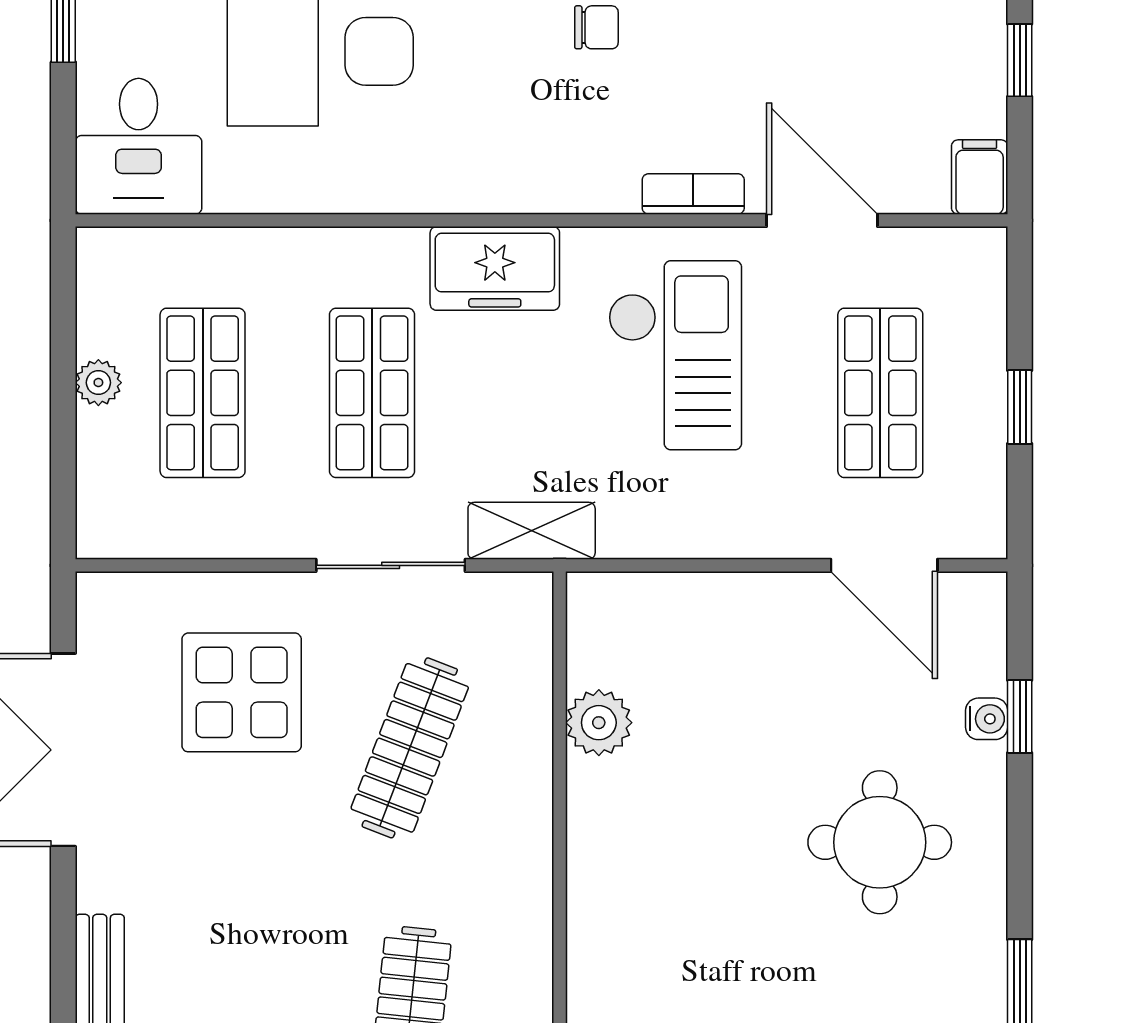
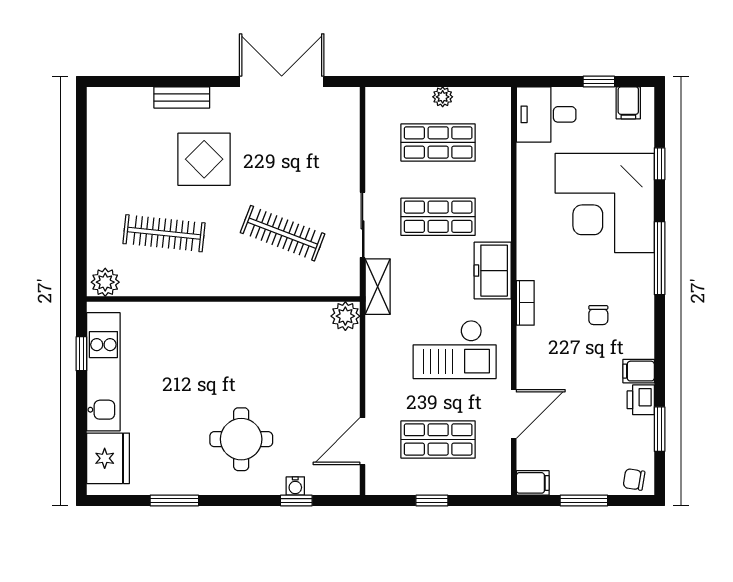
window: (1020, 60) -> (584, 500), width x1.50
bookcase: (693, 194) -> (525, 303), moved
display table: (242, 692) -> (204, 159), moved
plant: (599, 723) -> (345, 316), moved

